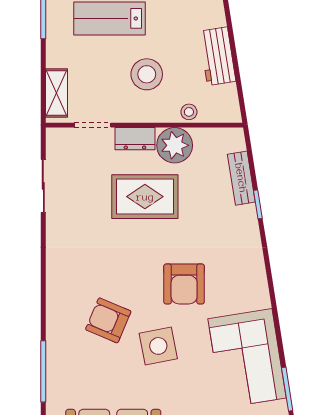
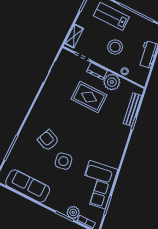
bench: (241, 178) -> (132, 109), width x1.36
armchair: (184, 284) -> (87, 141), removed

